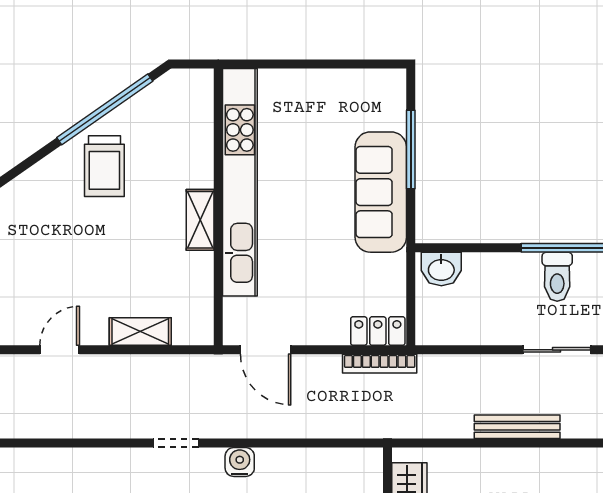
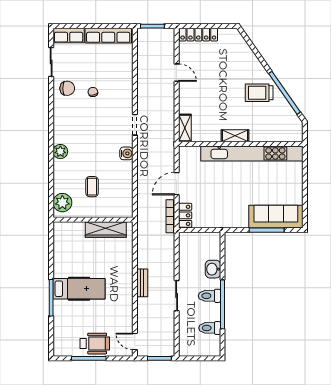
sofa: (381, 192) -> (276, 217), moved
washbasin: (441, 269) -> (213, 269), moved
shelving: (140, 332) -> (185, 128), moved
door: (266, 350) -> (177, 184), moved
bench: (517, 427) -> (142, 283), width x0.73

